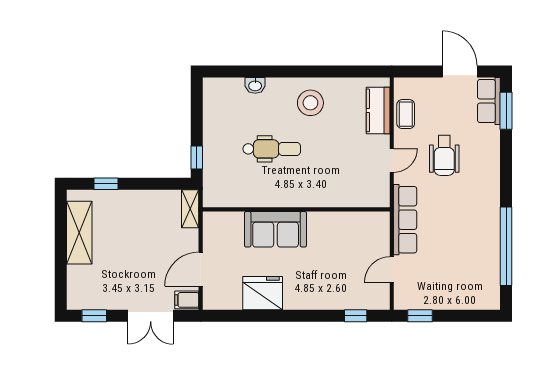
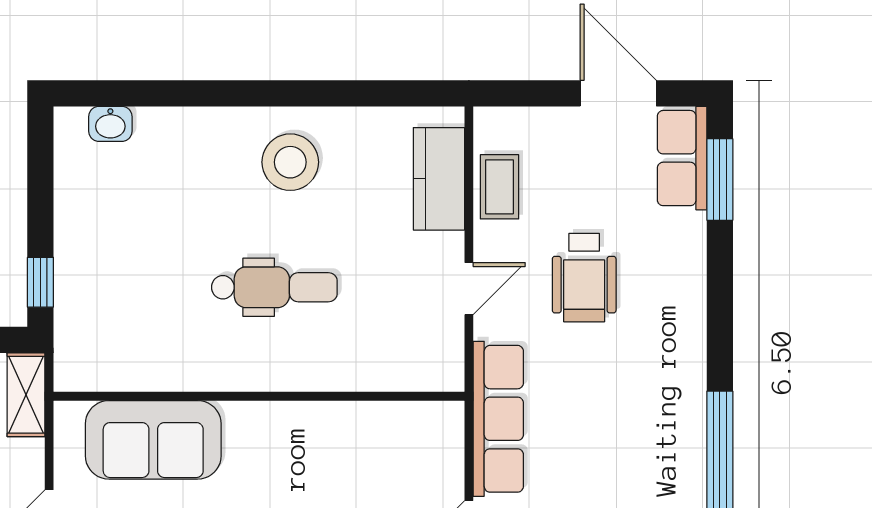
washbasin: (255, 85) -> (110, 124), moved
dental chair: (272, 149) -> (274, 287), moved
sofa: (276, 229) -> (153, 440), moved

